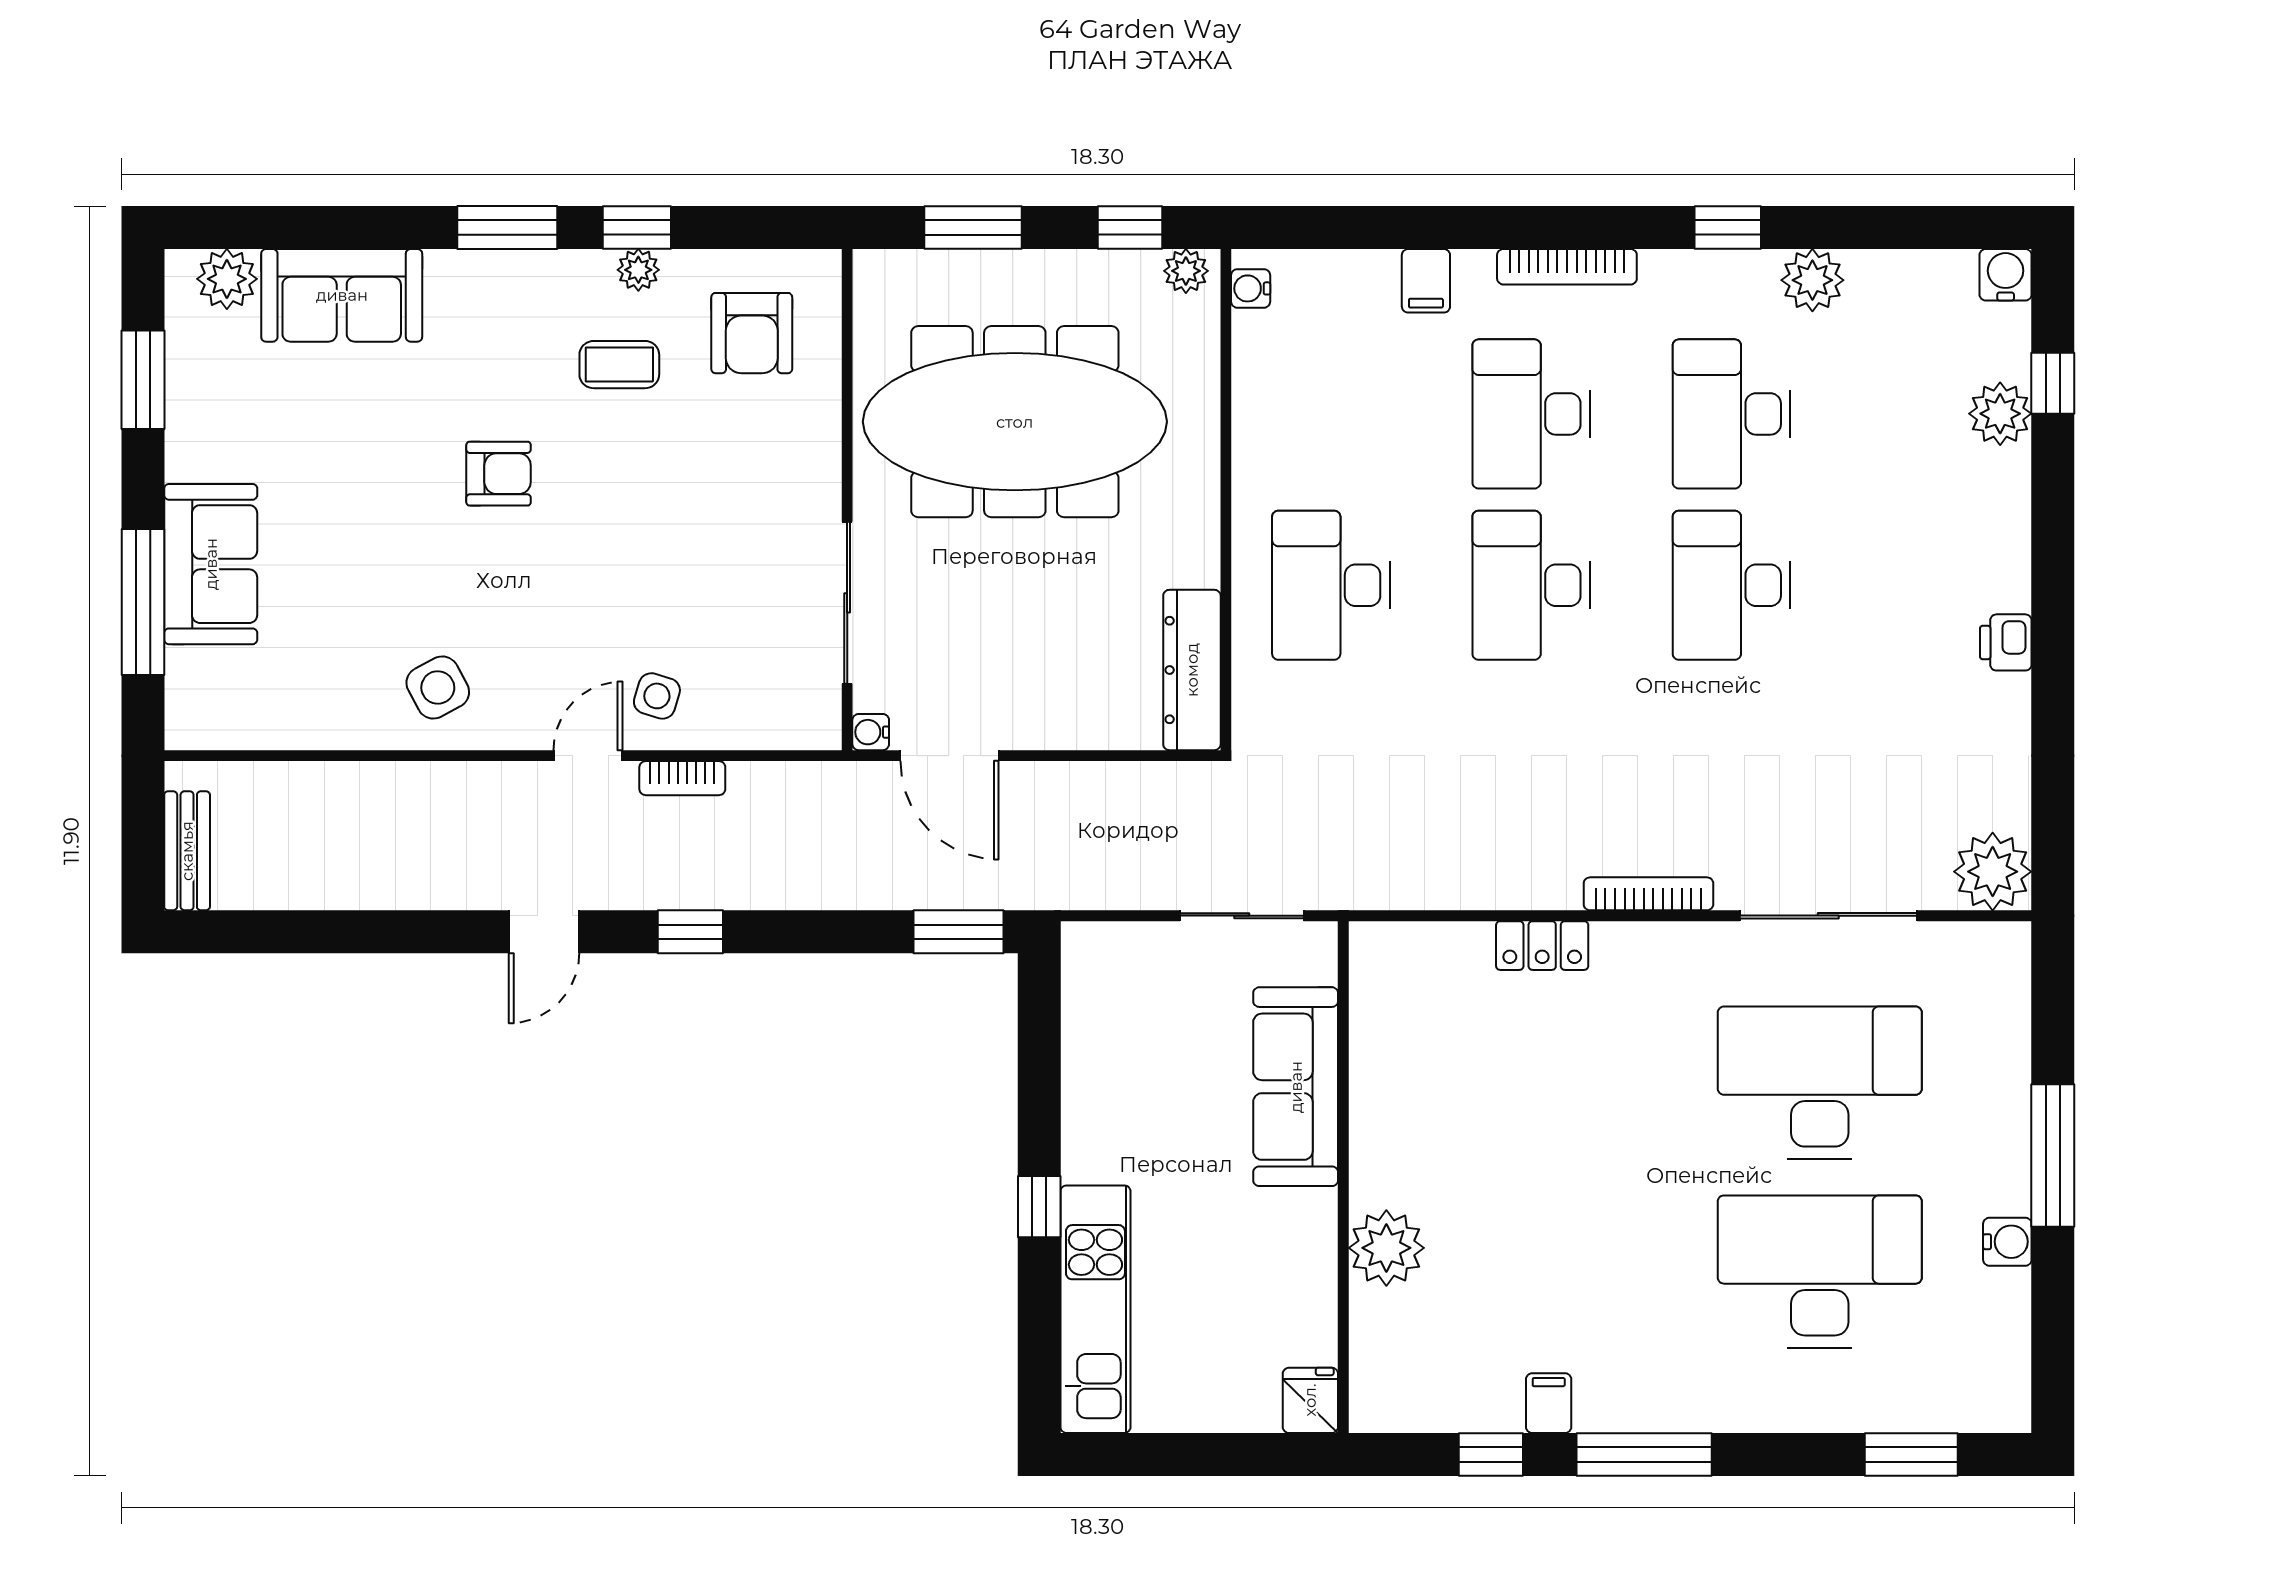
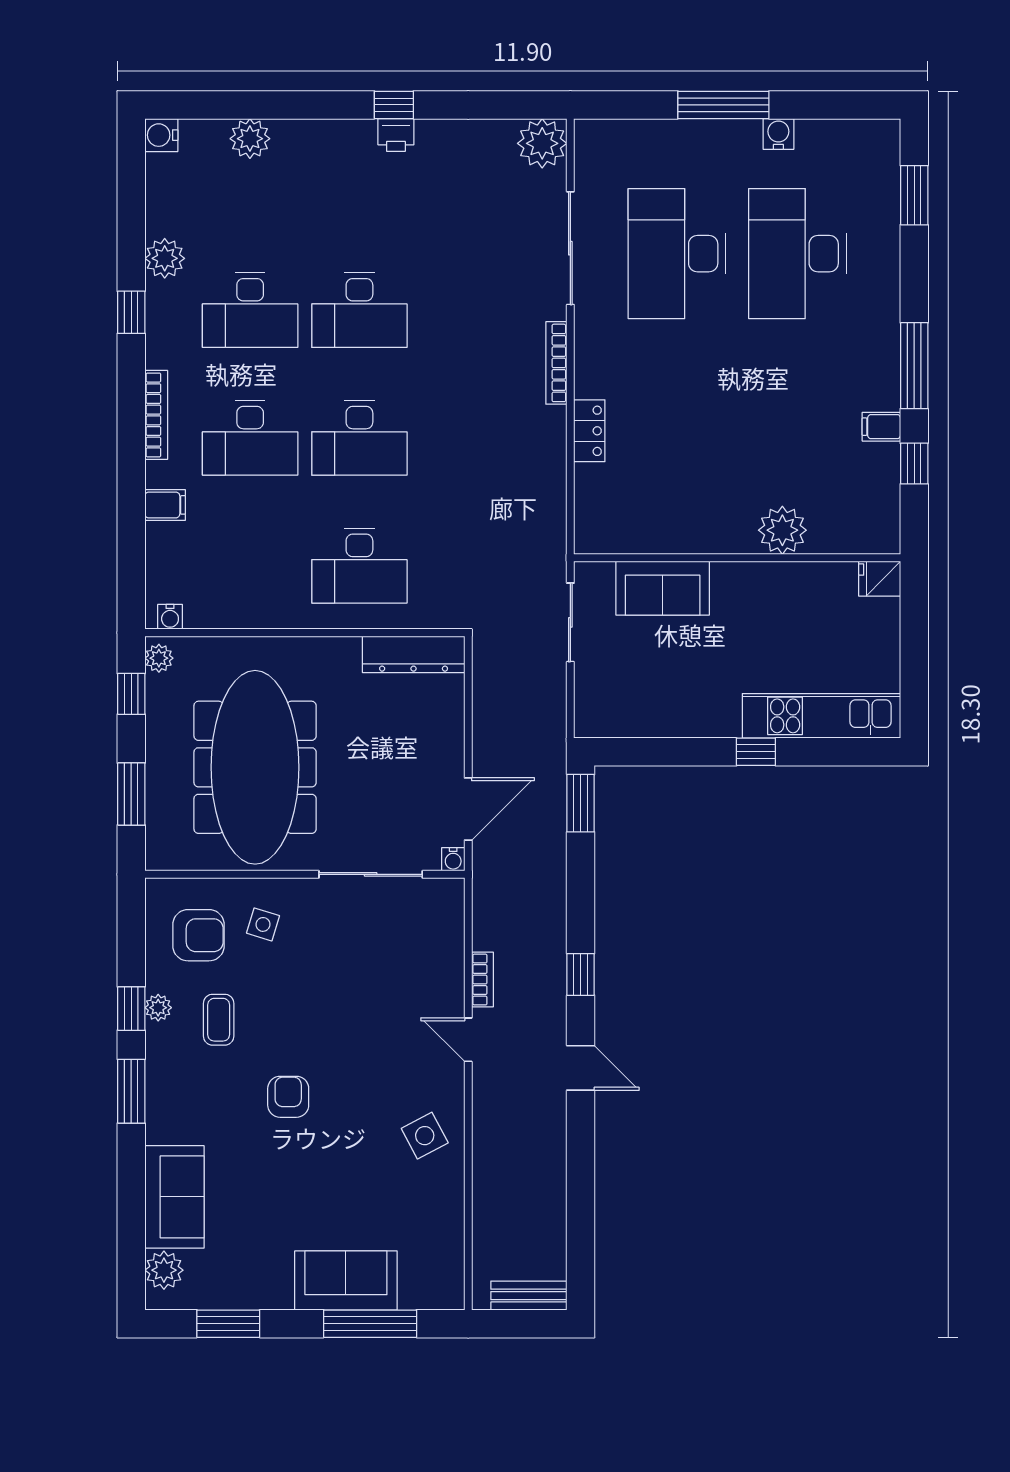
window: (2053, 383) -> (394, 105), moved
side table: (657, 696) -> (263, 924), moved
sofa: (1296, 1087) -> (663, 588), width x0.73

